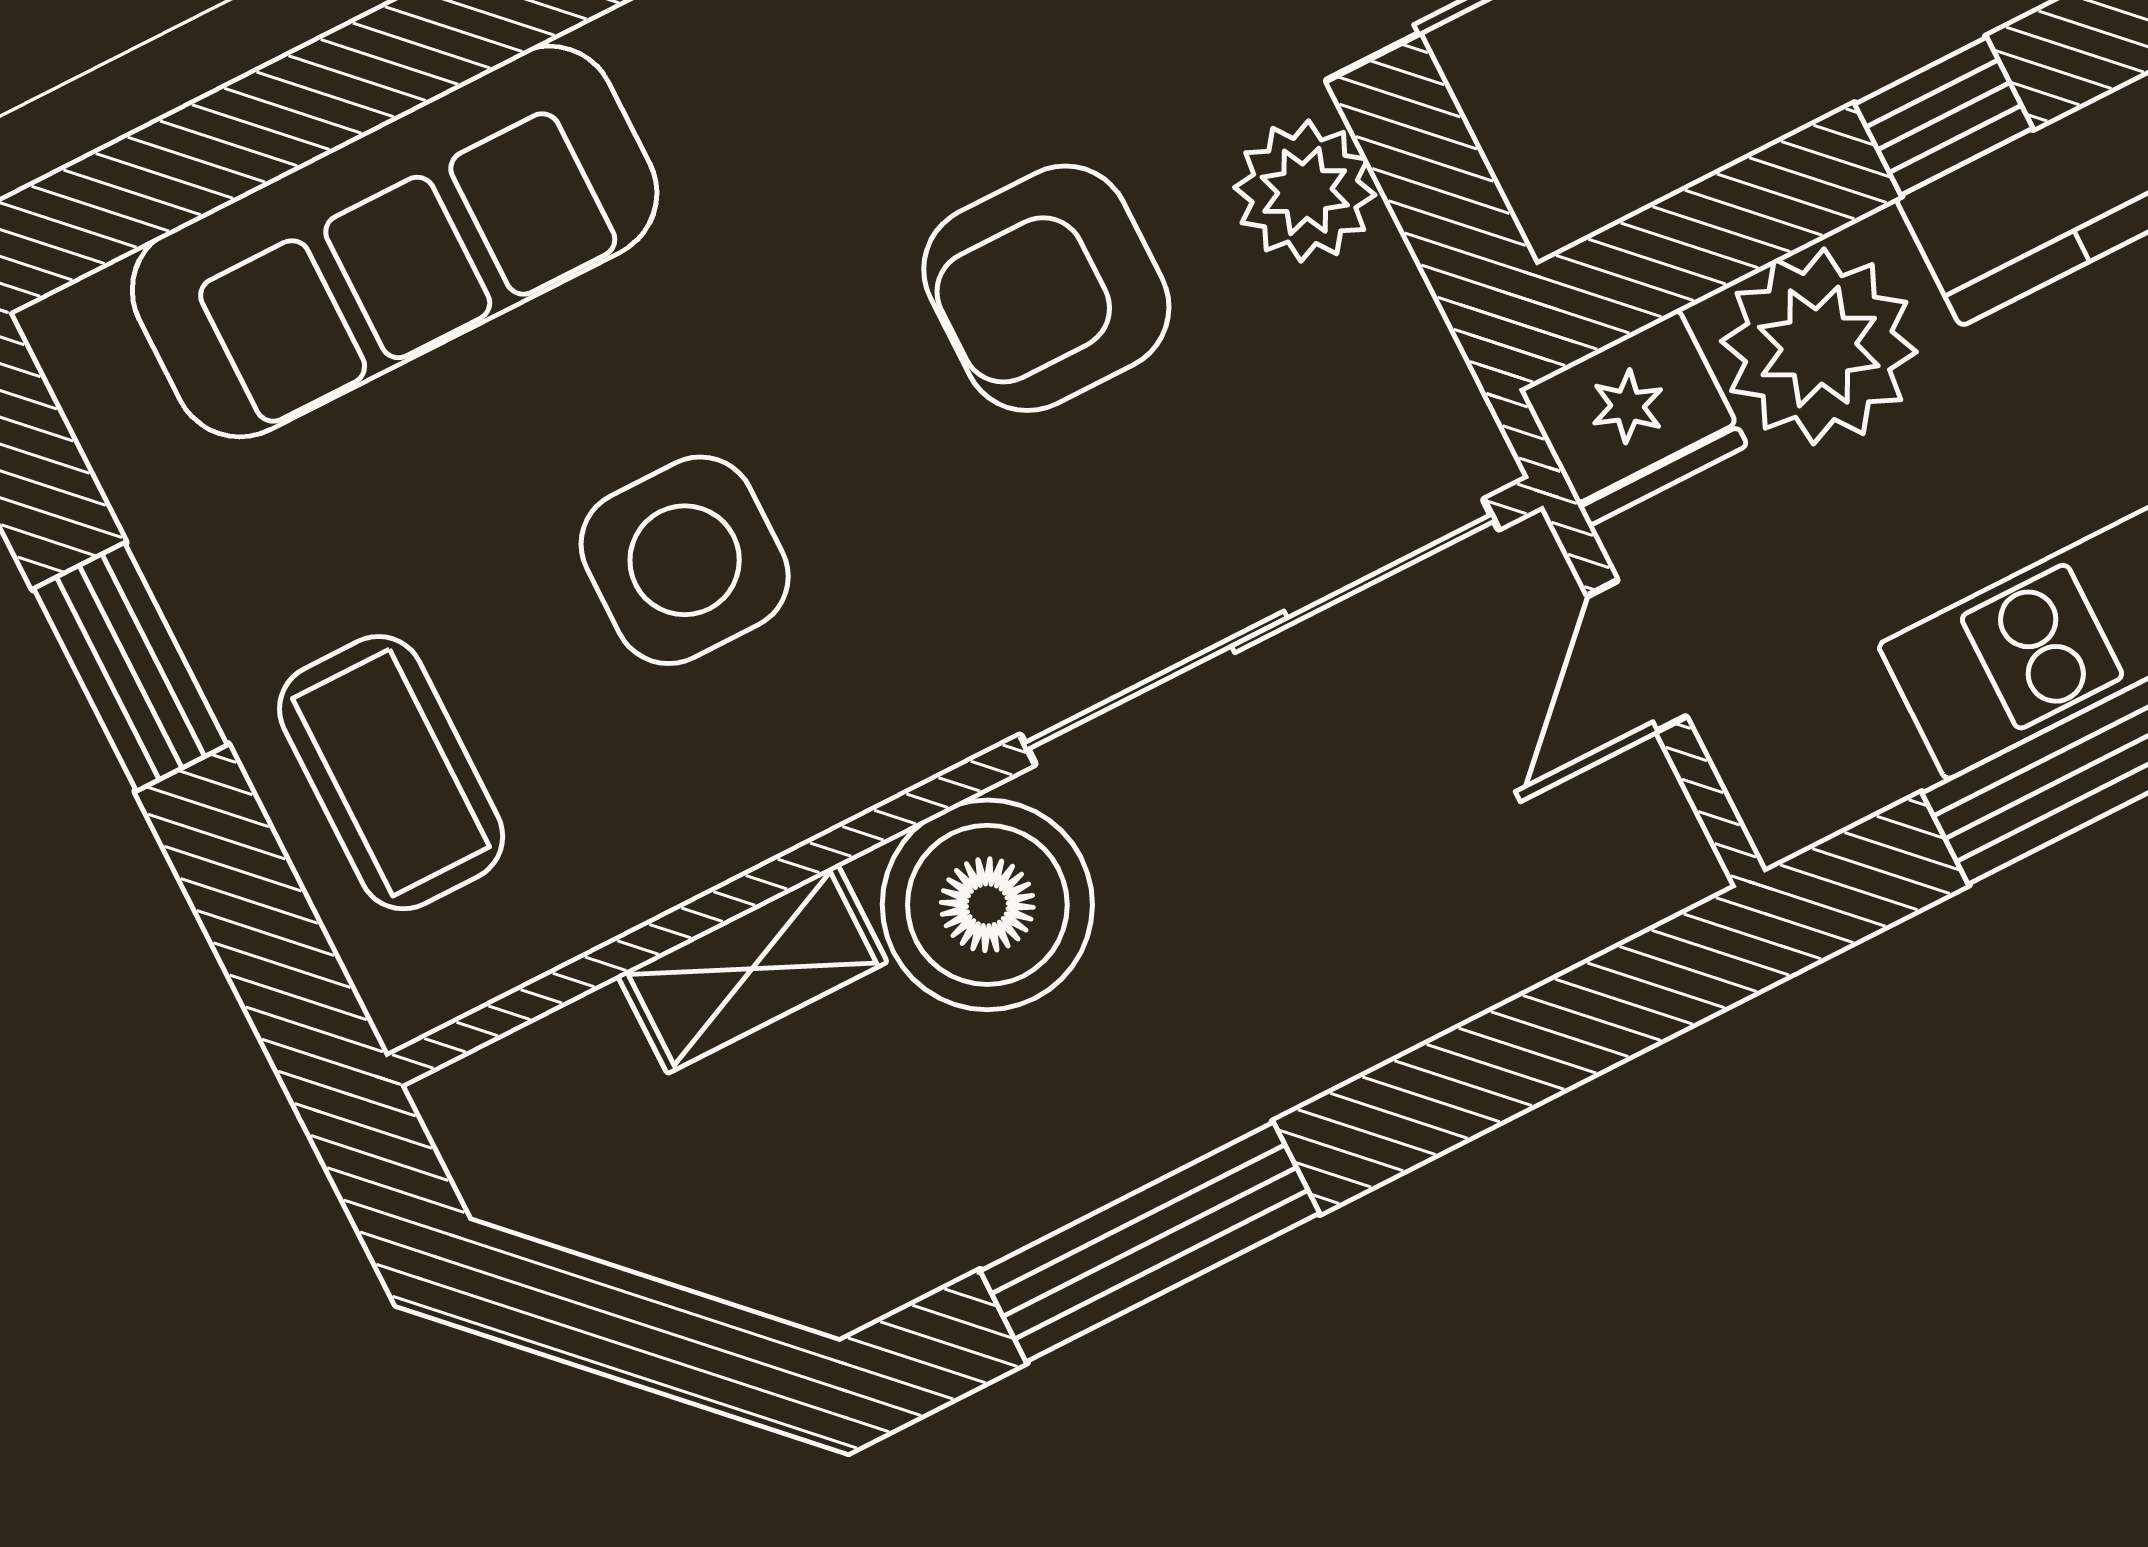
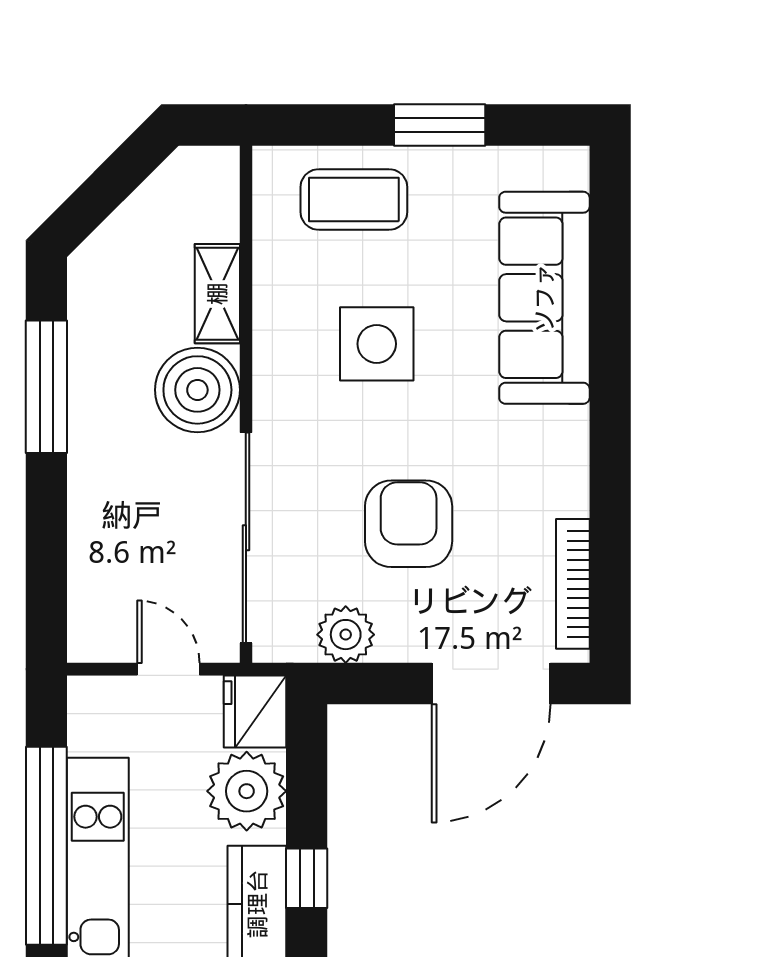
plant: (1305, 191) -> (346, 635), moved

